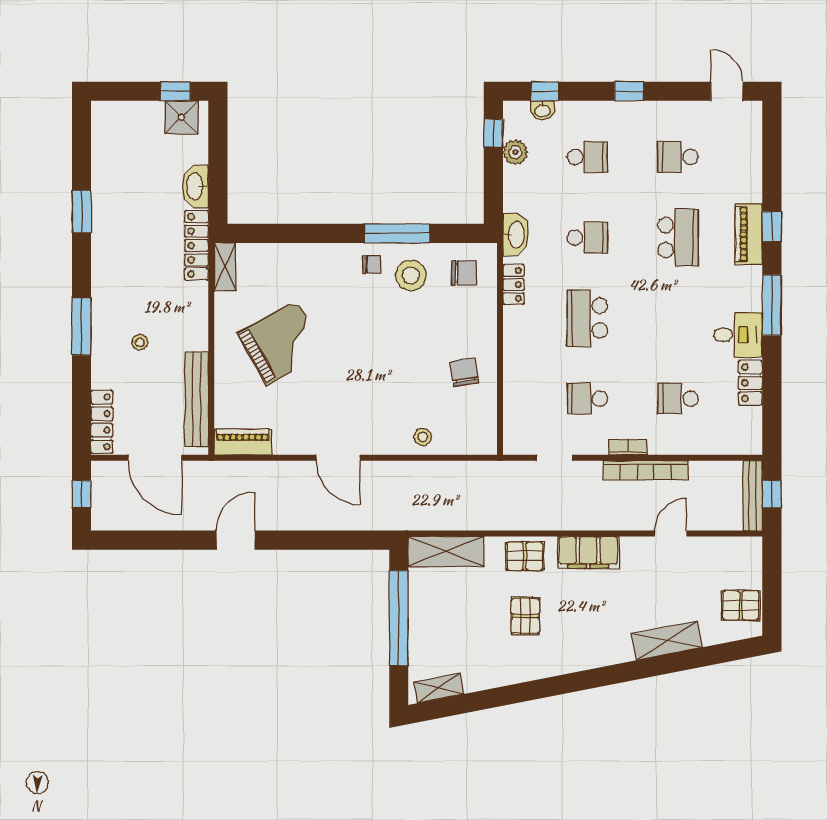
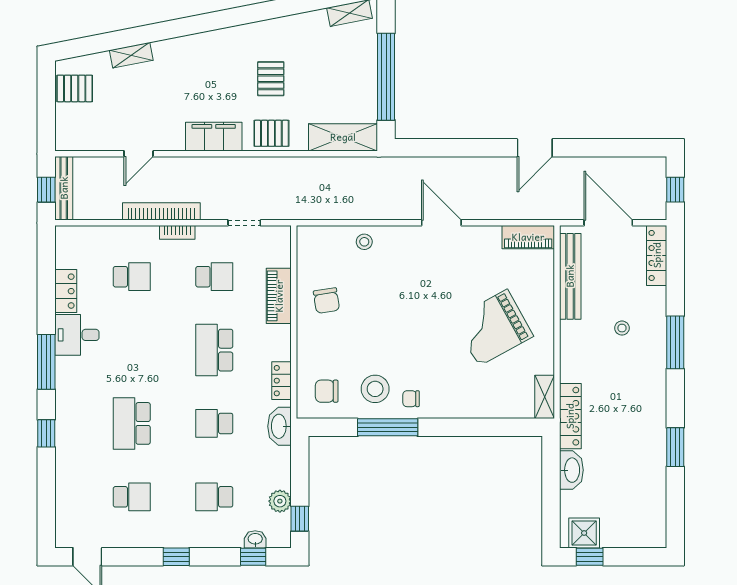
piano: (749, 234) -> (279, 296), moved, turned 180
school desk: (587, 318) -> (214, 350), turned 180
shelving: (667, 641) -> (131, 55), width x0.67, depth x0.75

